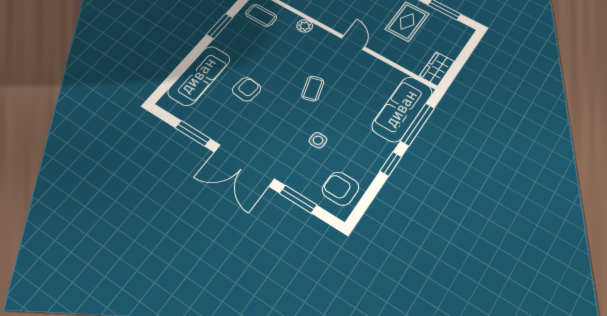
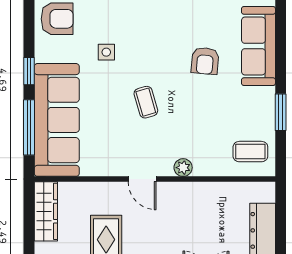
plant: (305, 26) -> (183, 168), moved
wardrobe: (437, 69) -> (46, 211), width x1.50
sofa: (402, 109) -> (57, 120), width x1.36, depth x1.27

